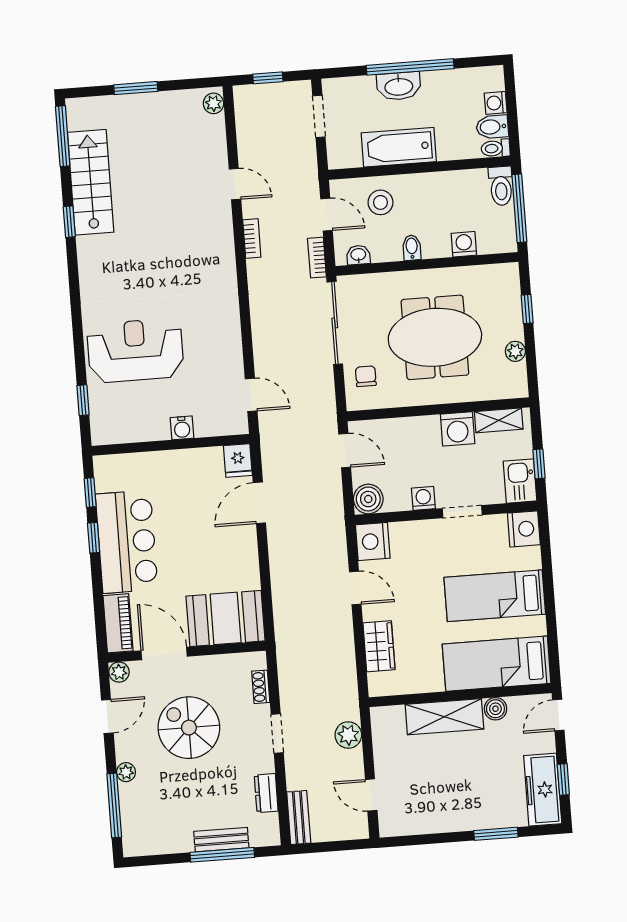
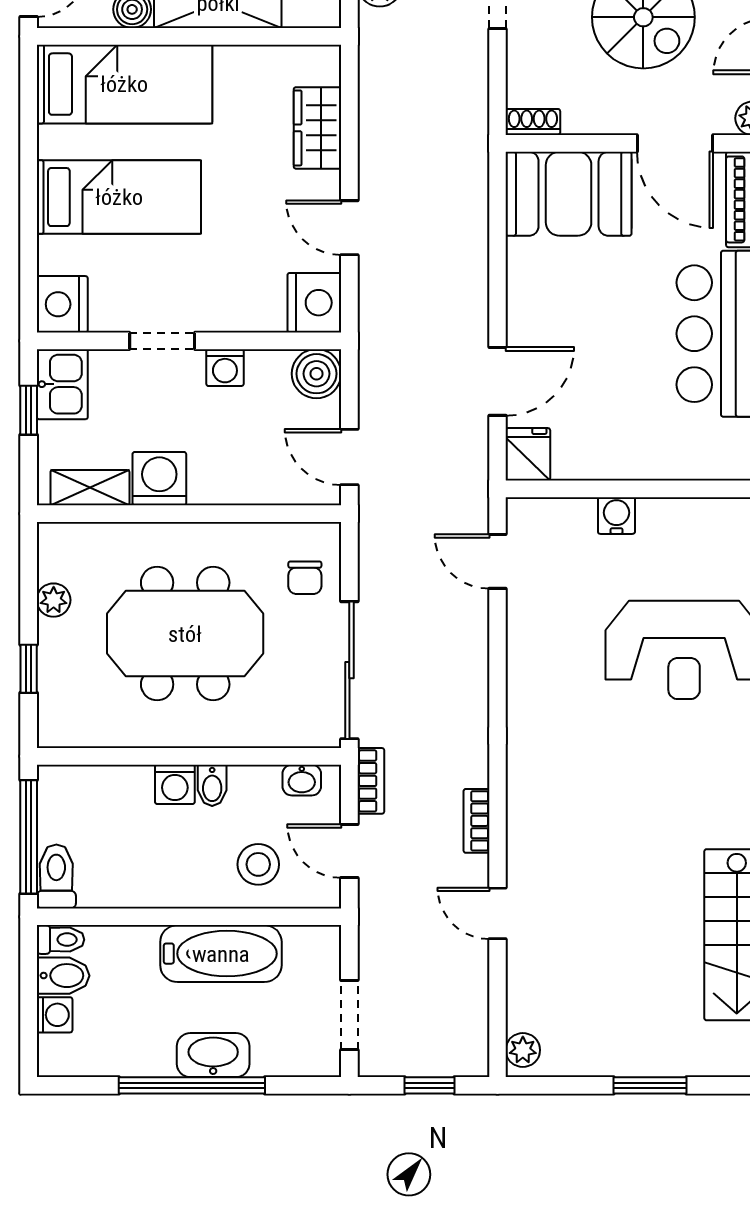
washing machine: (464, 244) -> (175, 784), moved
shoe rack: (261, 687) -> (533, 122), moved, turned -90

